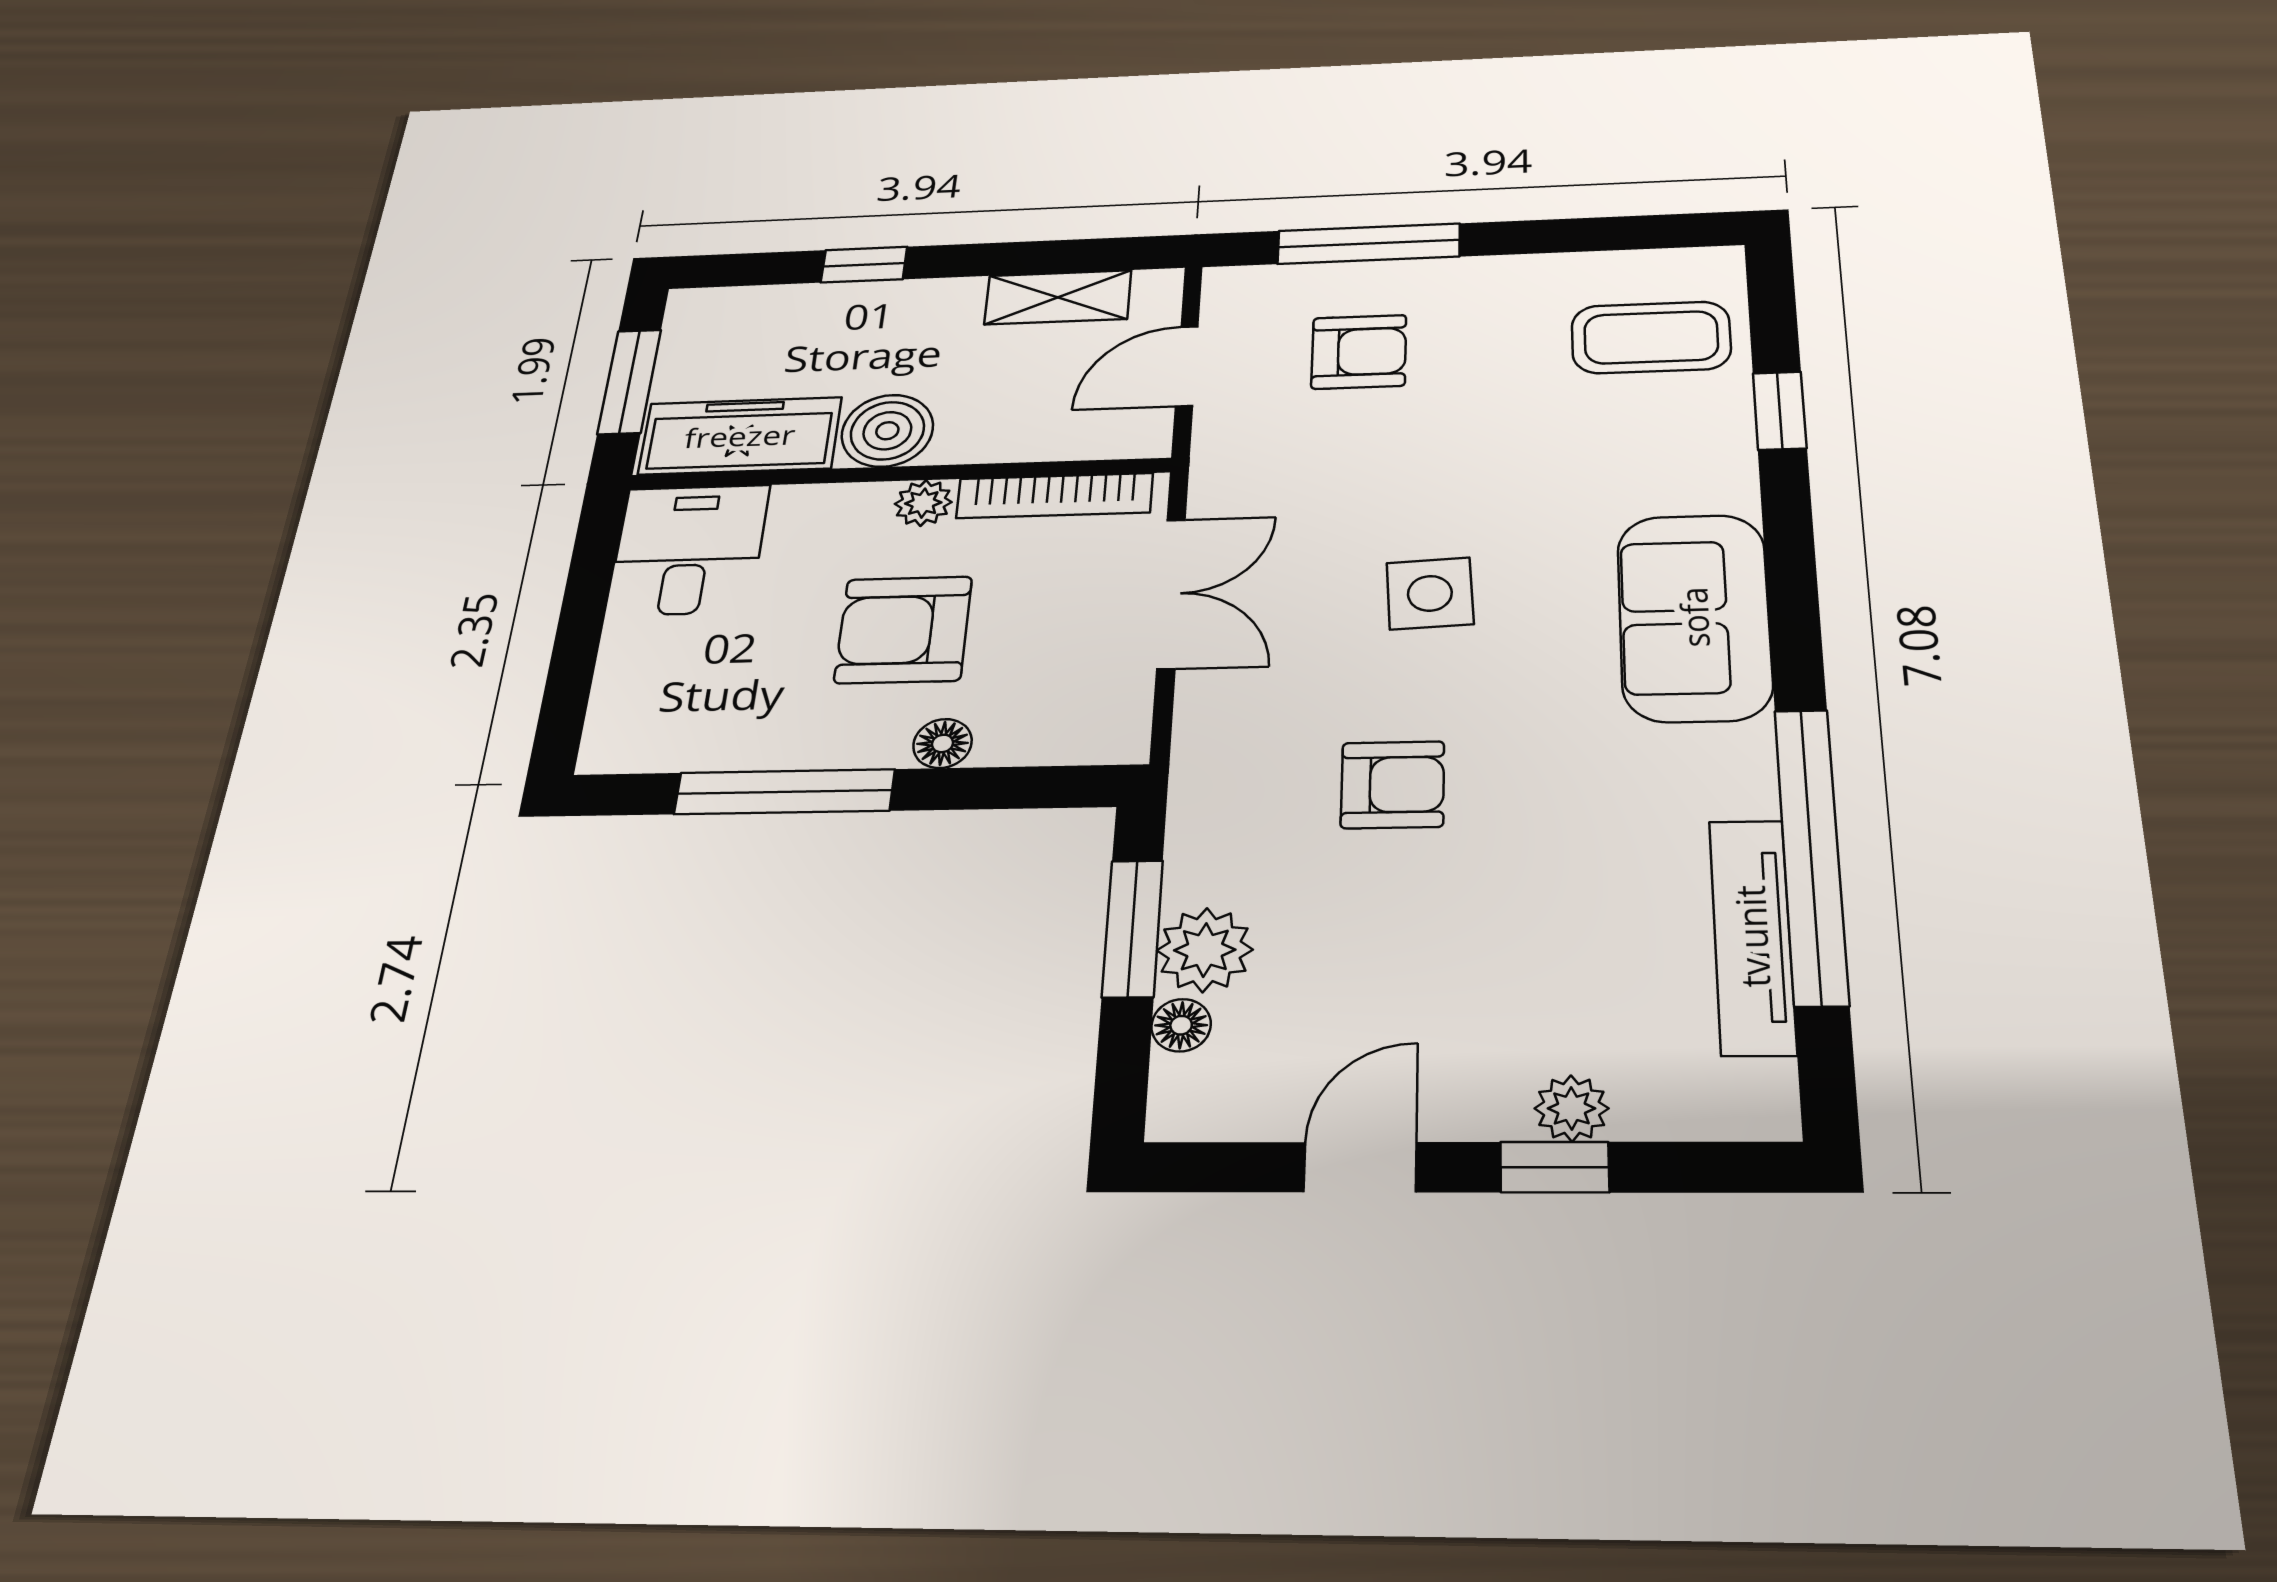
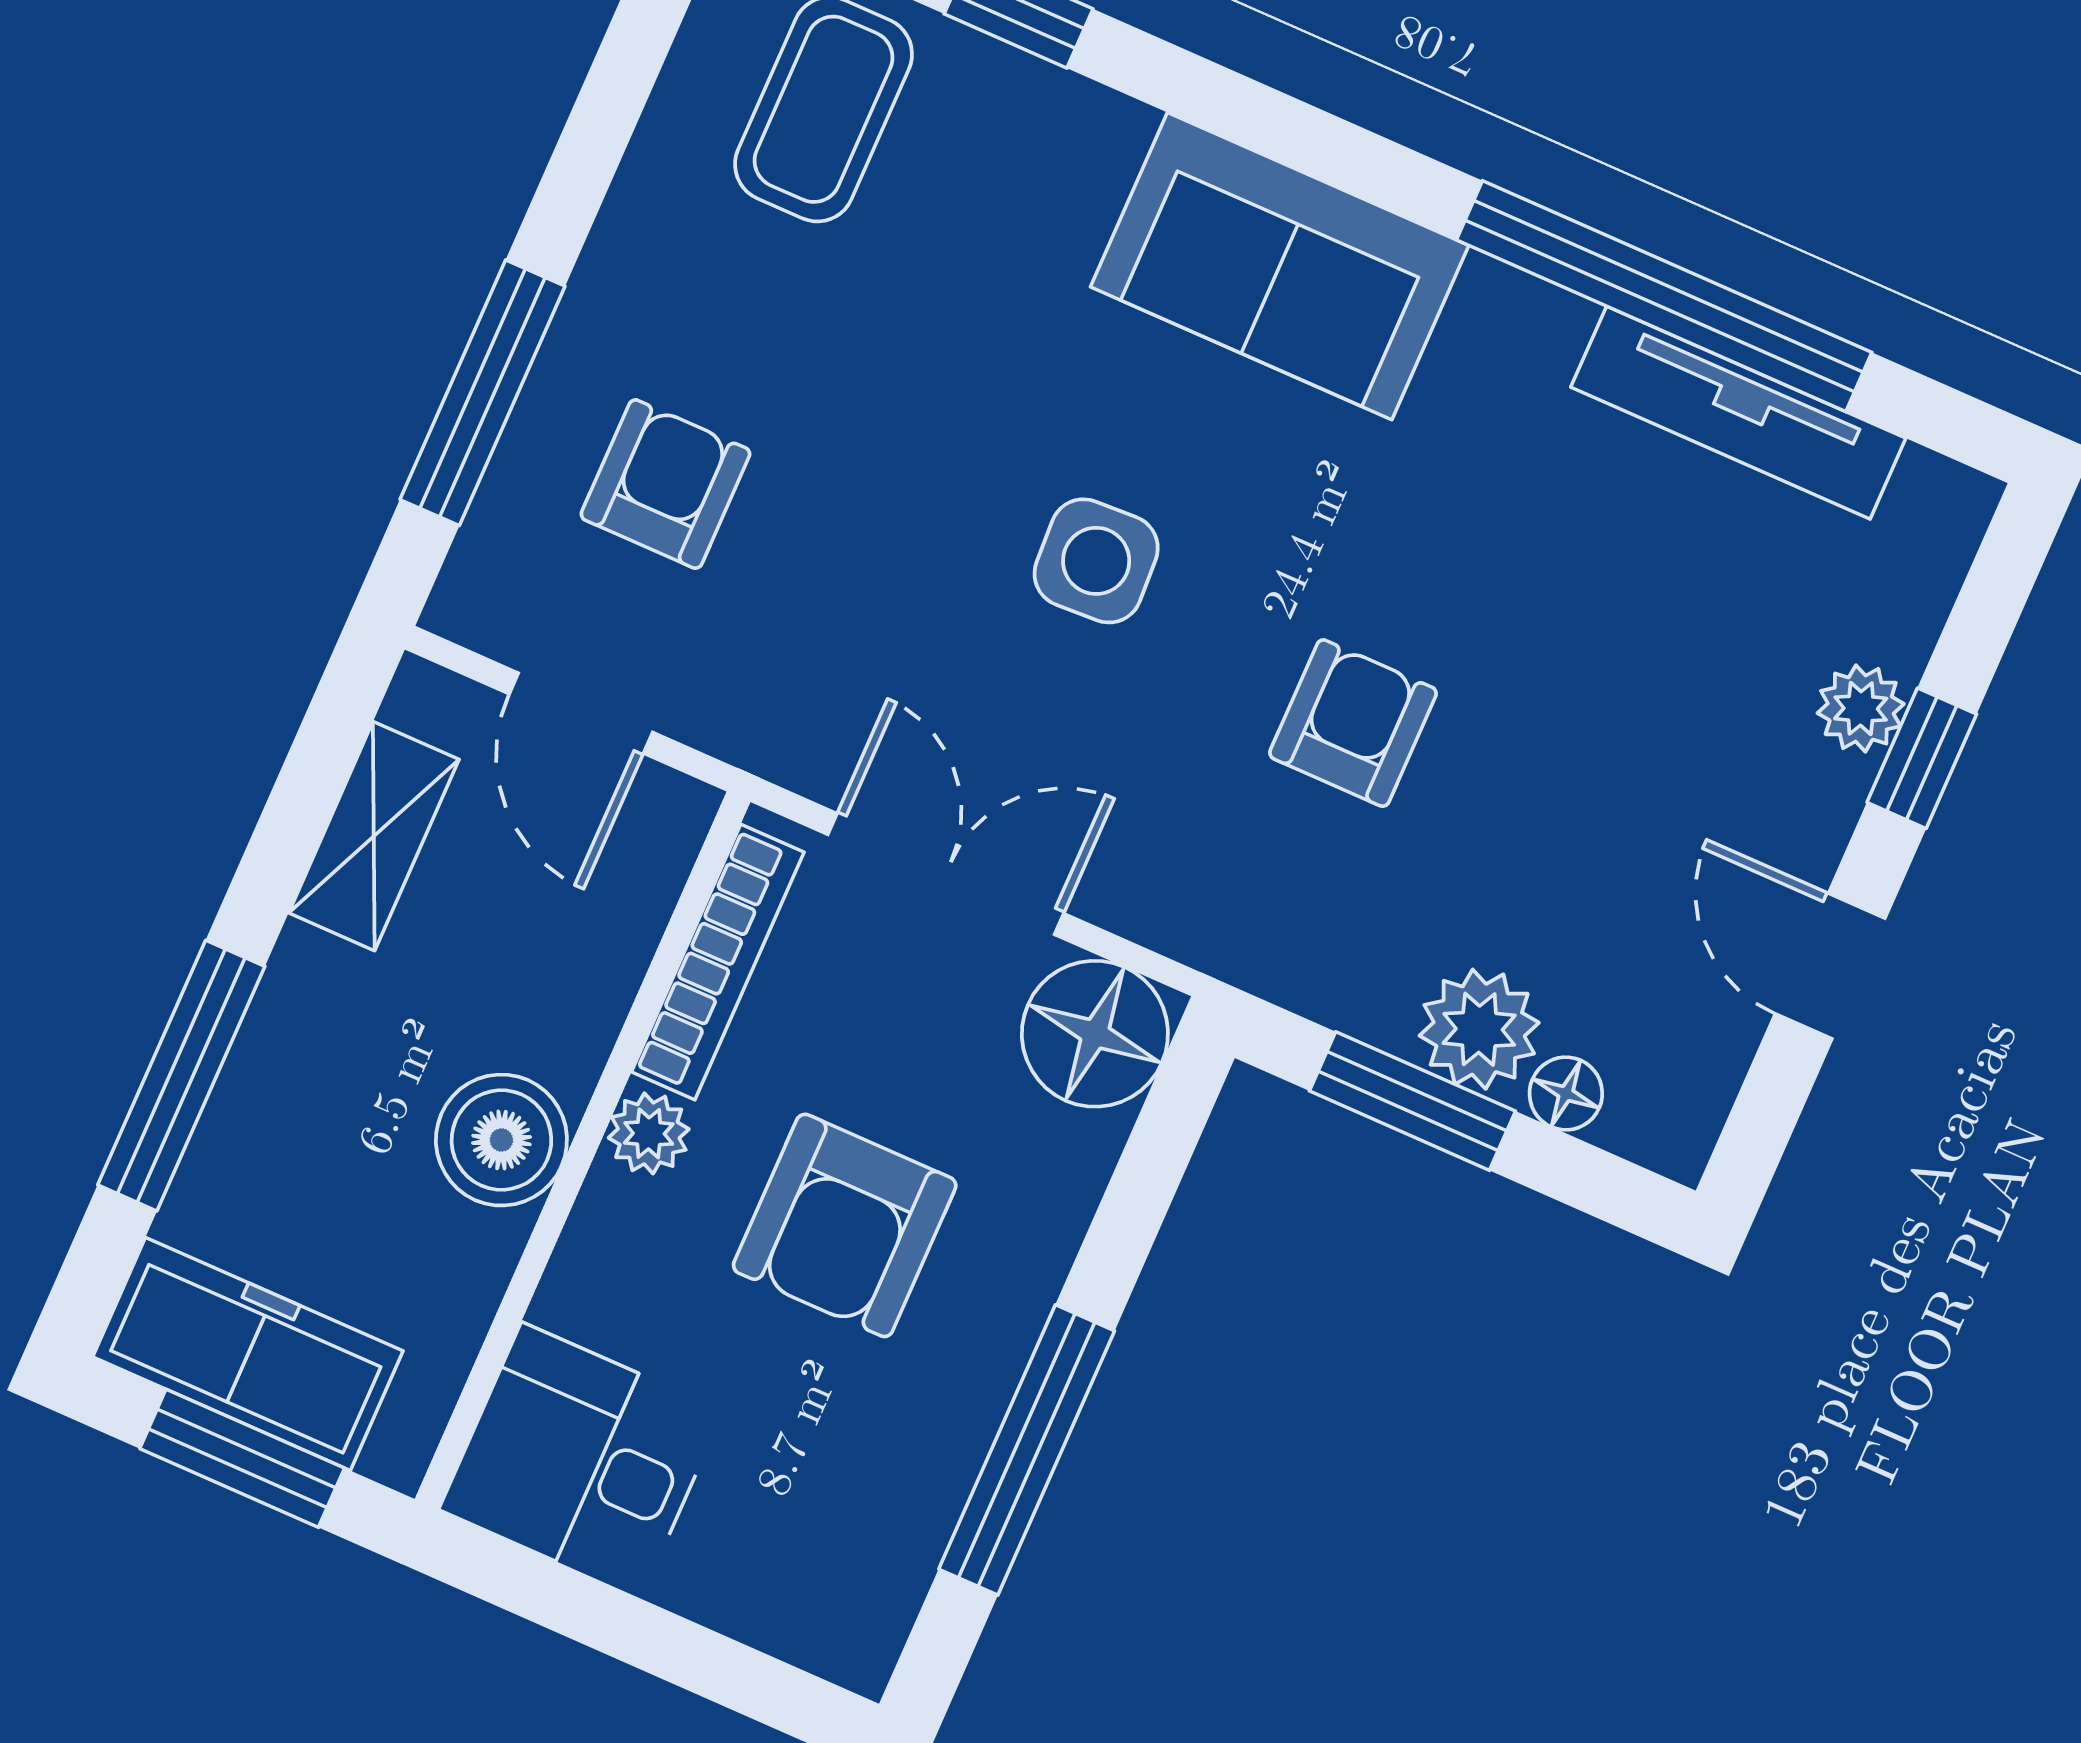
window: (864, 265) -> (181, 1076), width x2.17
freezer: (740, 436) -> (248, 1354), moved, turned 90
floor lamp: (943, 743) -> (1095, 1034), moved, width x1.89, depth x1.89

